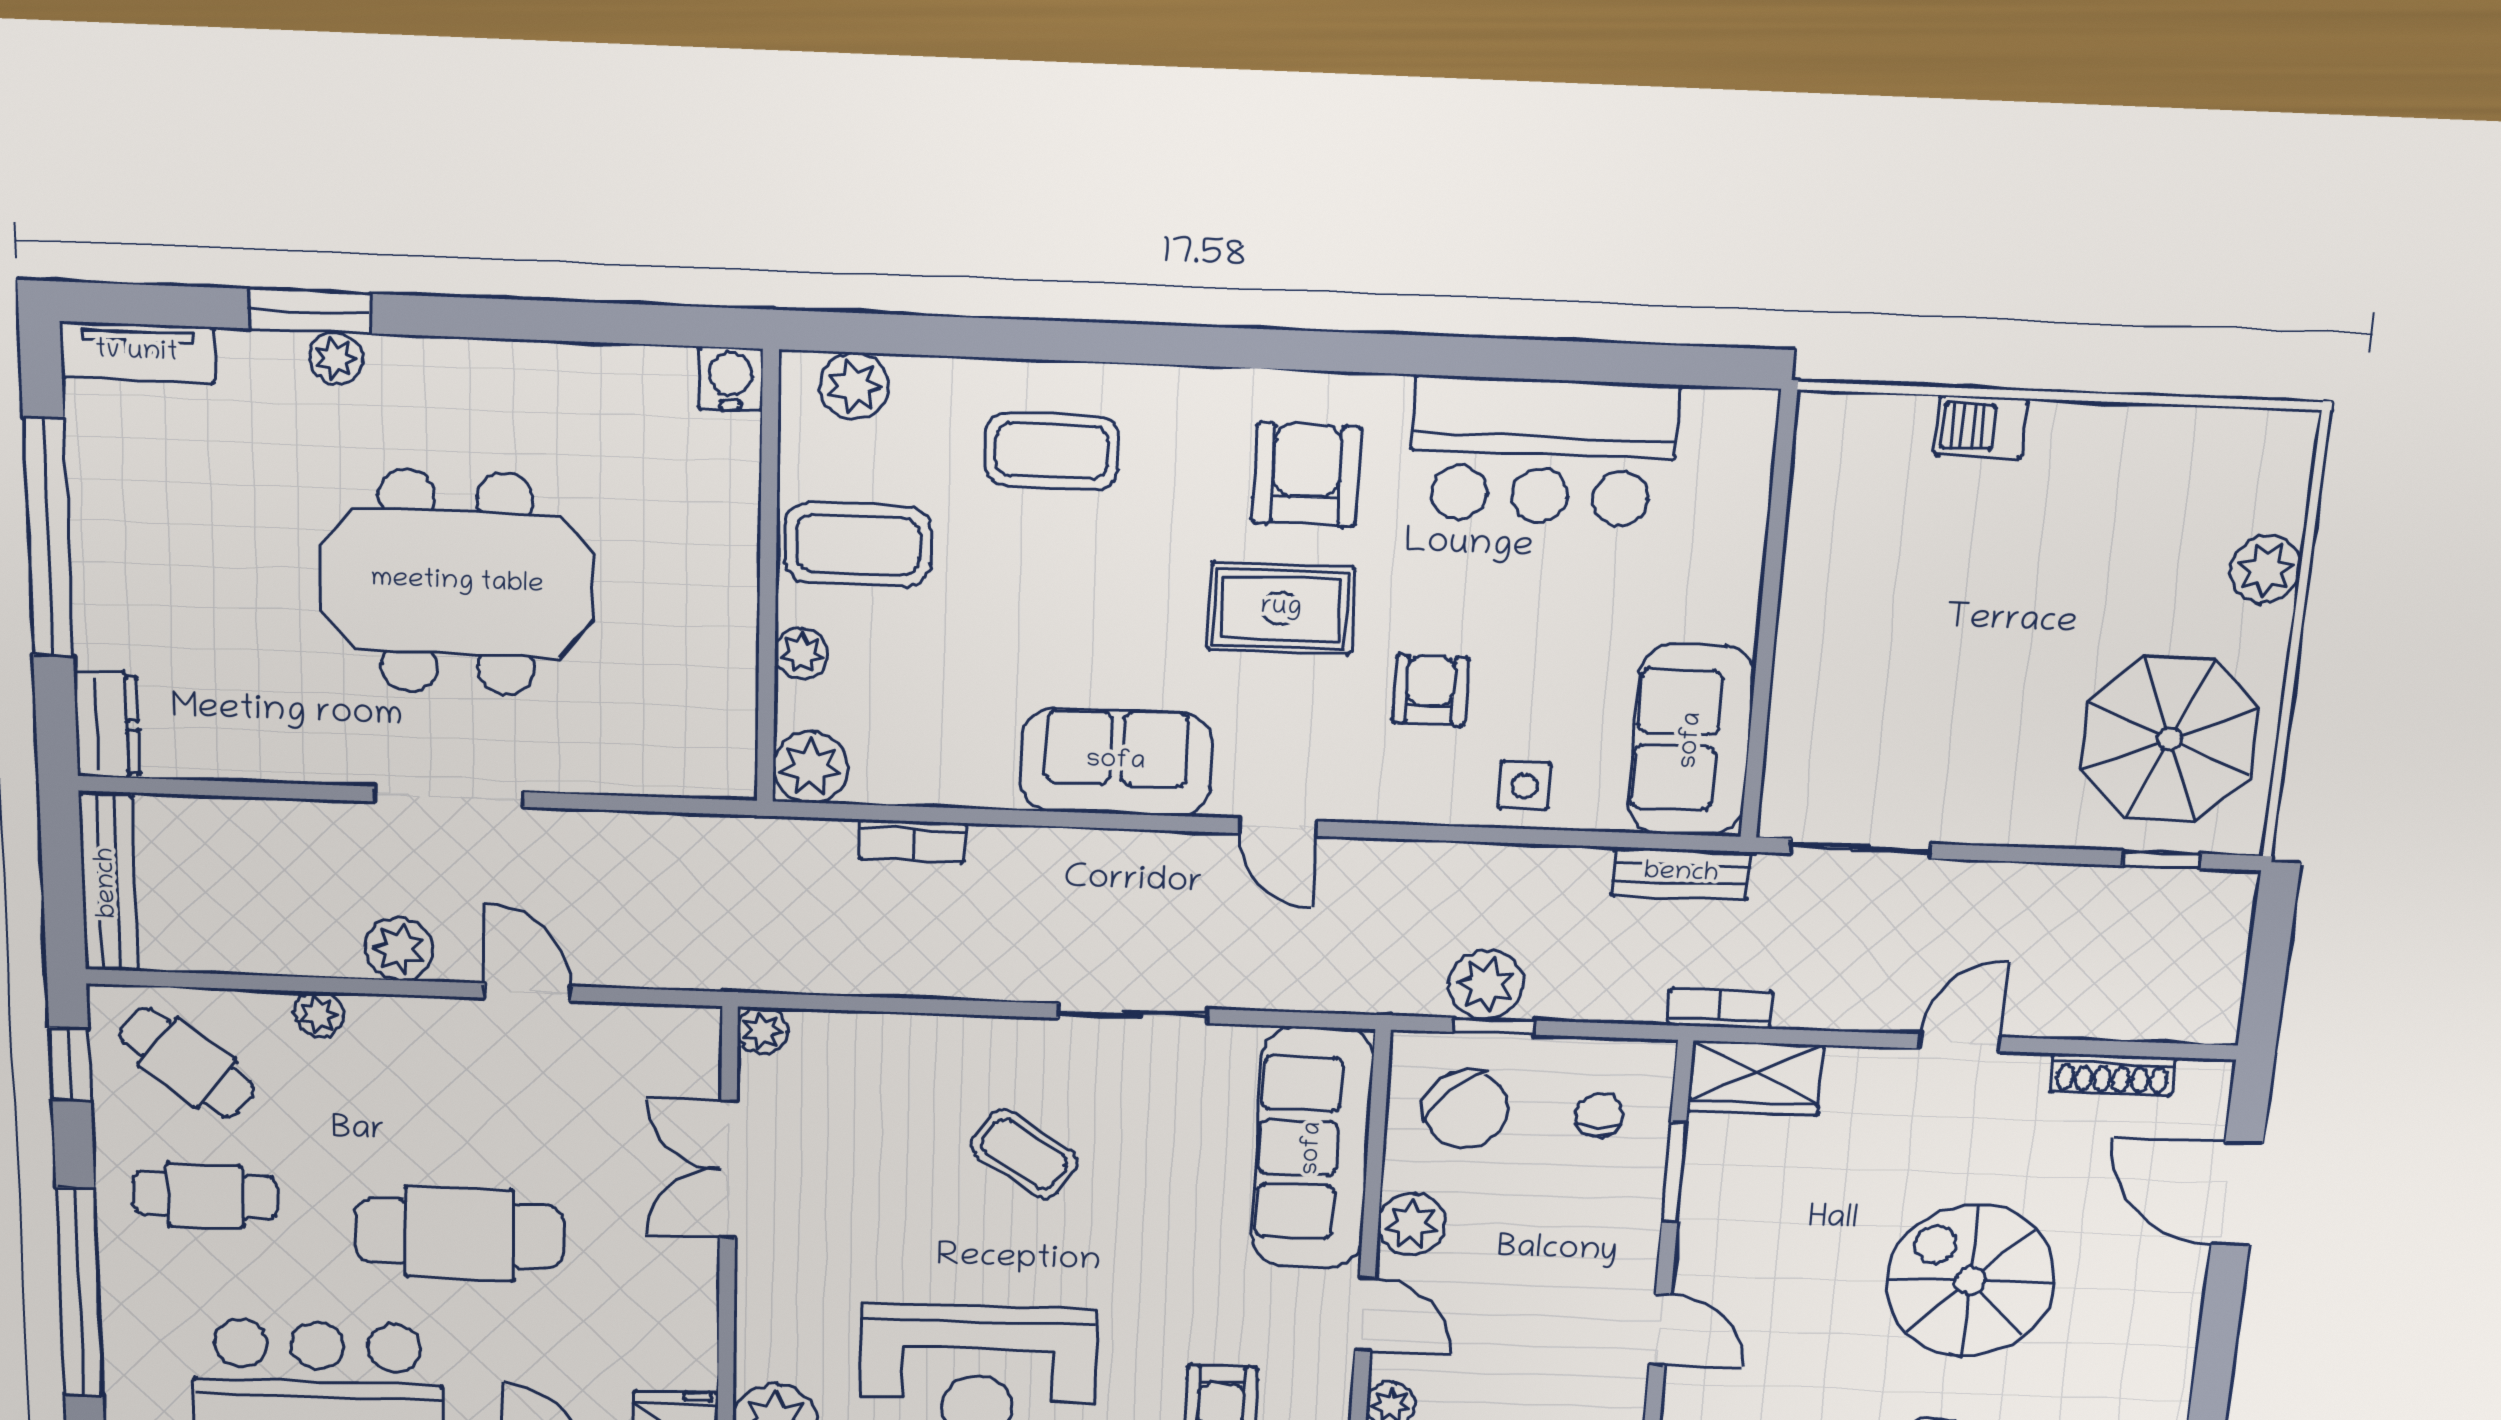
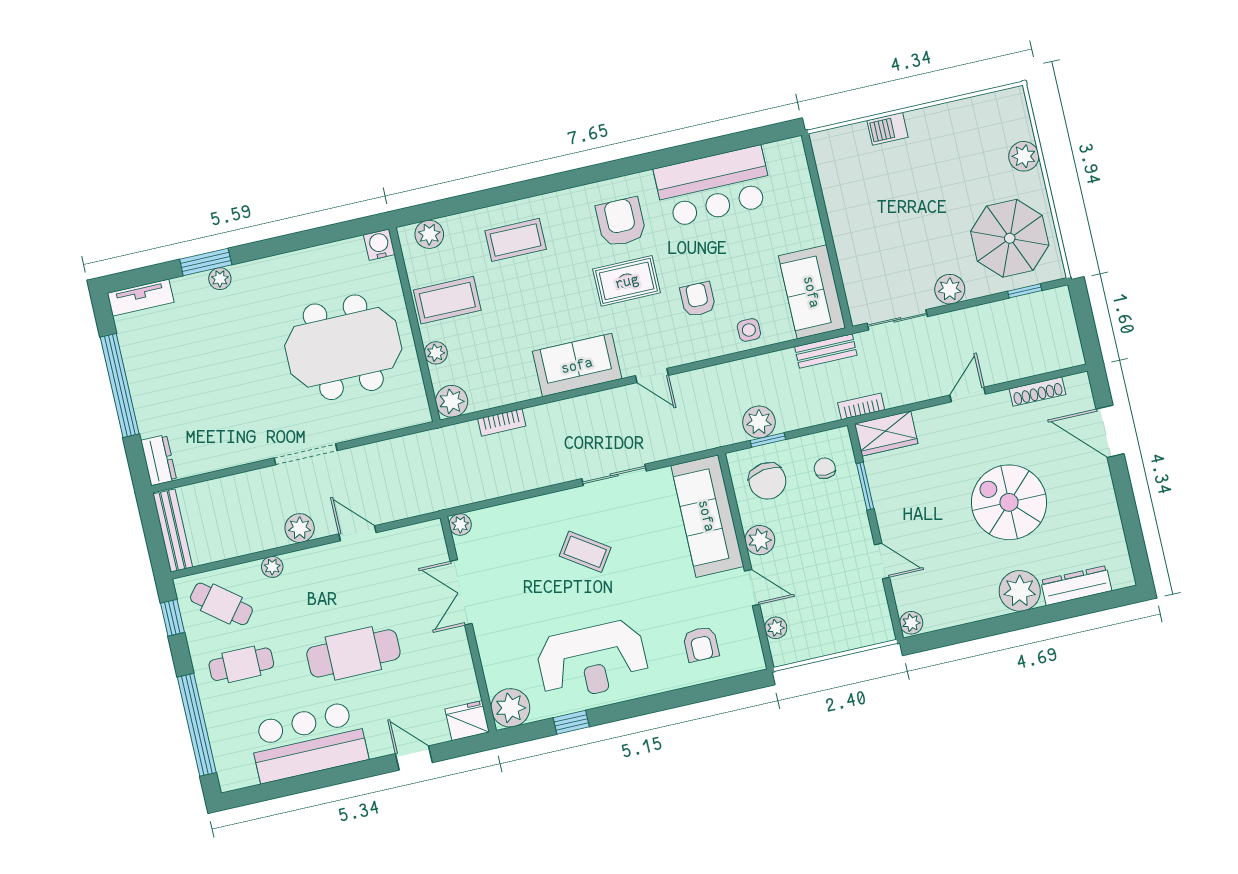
meeting table: (457, 583) -> (343, 347), moved
plant: (1999, 814) -> (950, 289), added
chair: (1466, 1109) -> (767, 481), turned 33

